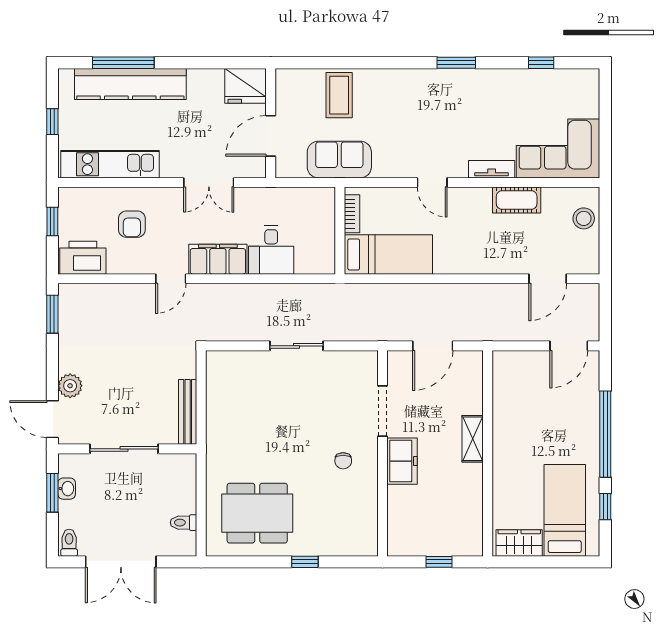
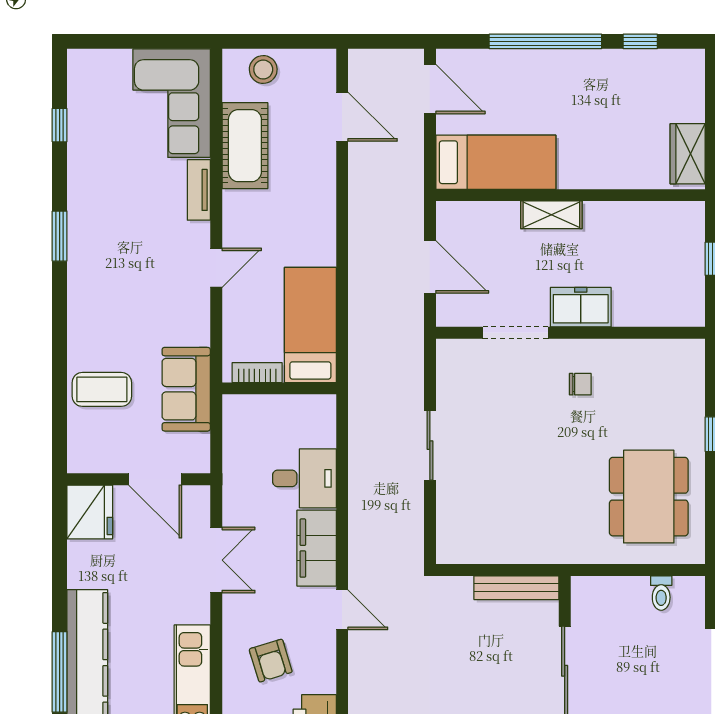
cot: (517, 200) -> (245, 146), width x1.37, depth x1.34
armchair: (132, 224) -> (271, 661), turned 73
bed: (565, 510) -> (496, 162), moved, turned 180

